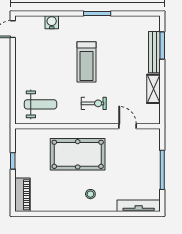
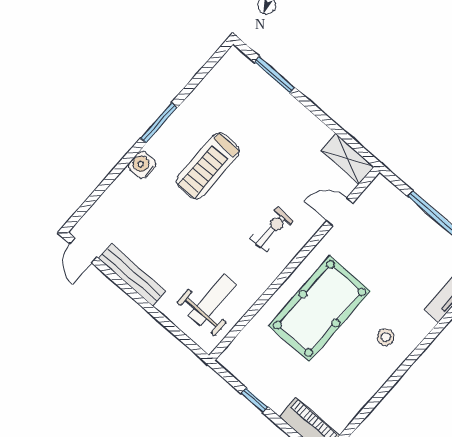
water cooler: (52, 22) -> (142, 165), moved
bench: (154, 52) -> (132, 275), moved
treadmill: (87, 62) -> (208, 166), moved, turned 90
shelving: (154, 89) -> (348, 159), moved

